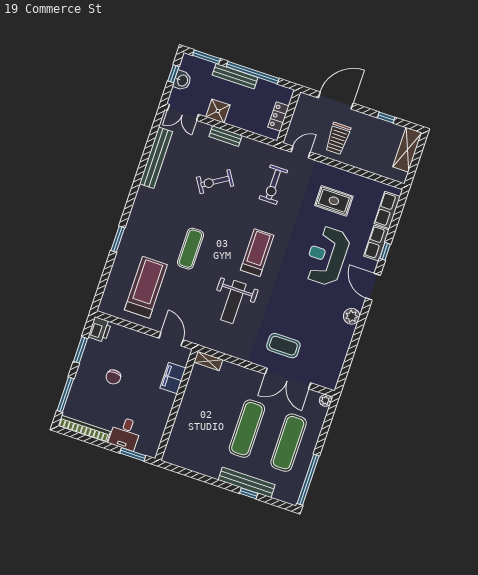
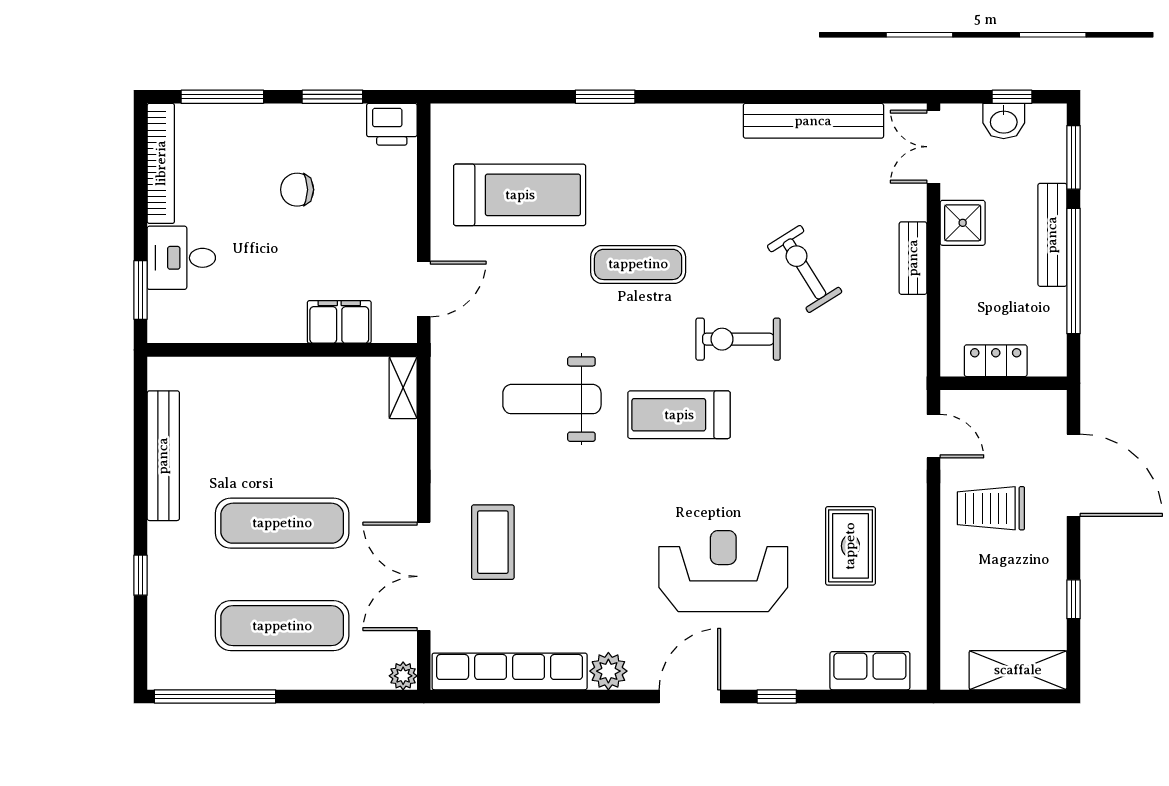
exercise bike: (273, 185) -> (738, 339), moved
row of seats: (376, 243) -> (510, 671), moved, width x2.02
treadmill: (257, 253) -> (679, 415), turned 180
bench: (247, 482) -> (163, 456), moved

